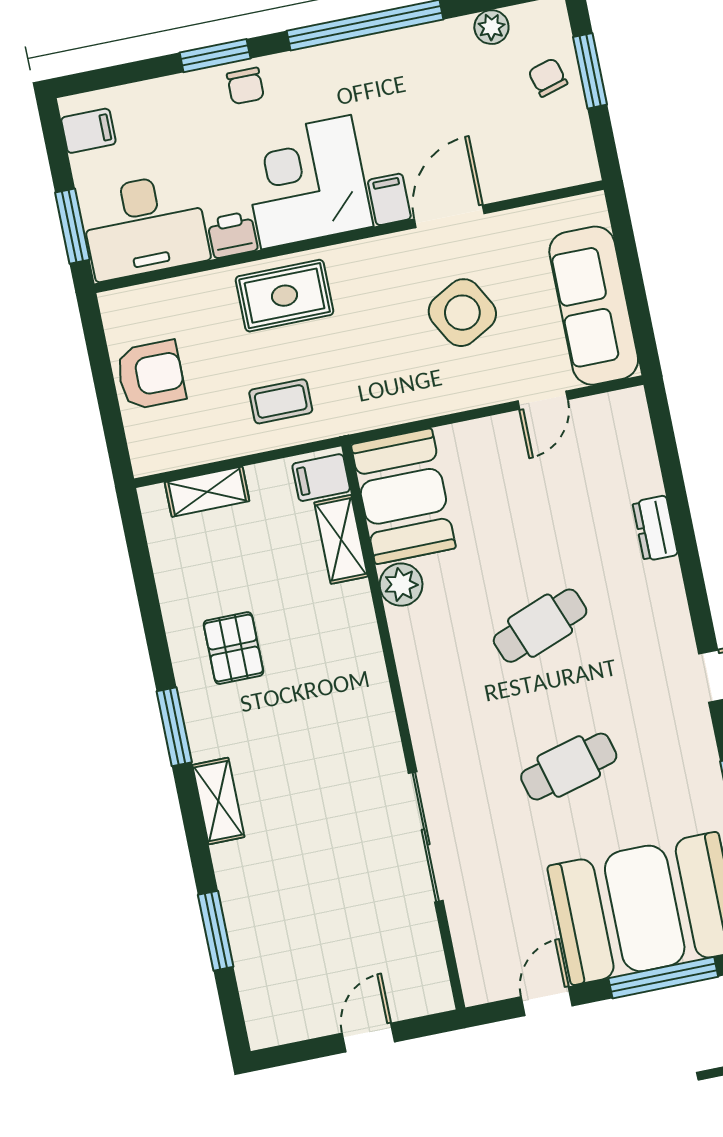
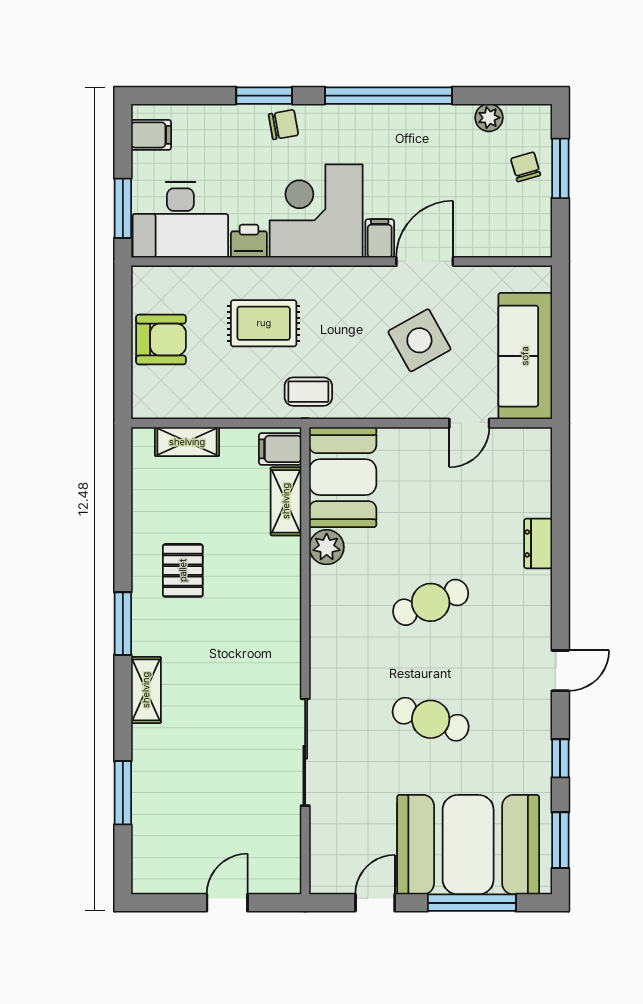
chair: (245, 86) -> (283, 125), turned -100
rug: (285, 296) -> (264, 323), moved
coffee table: (281, 401) -> (308, 392), moved
cafe table: (569, 767) -> (431, 719), turned 33

